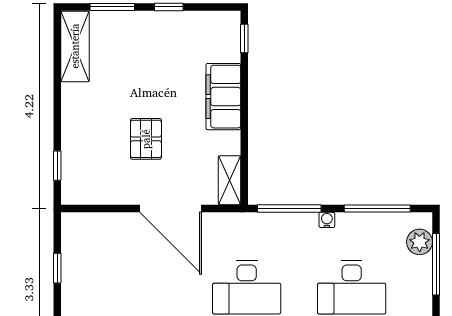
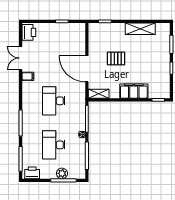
shelving: (75, 46) -> (140, 29), moved
door: (171, 208) -> (87, 69), hinge flipped
plant: (420, 242) -> (62, 173), moved

